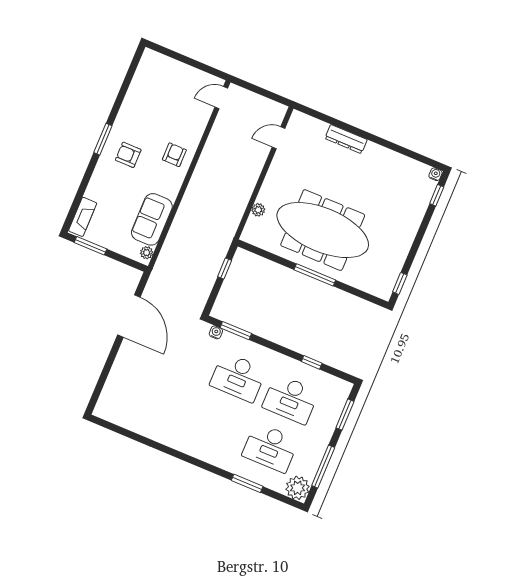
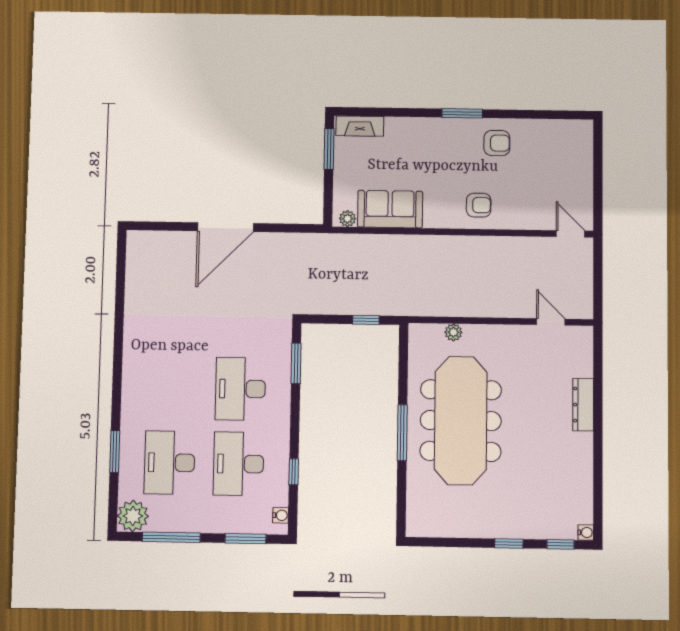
armchair: (128, 155) -> (497, 143), moved, turned 90
window: (400, 283) -> (509, 543), moved
door: (129, 316) -> (225, 227), moved
water cooler: (216, 332) -> (281, 515), moved

